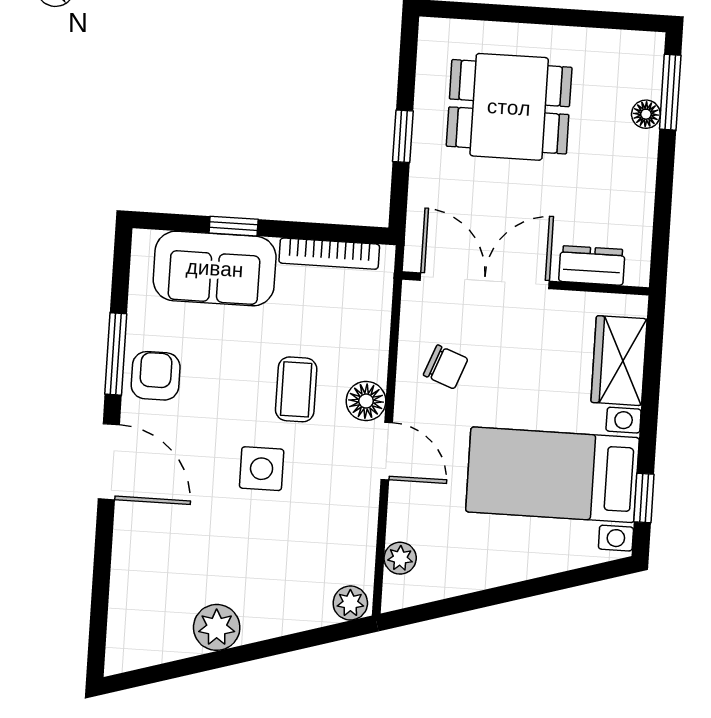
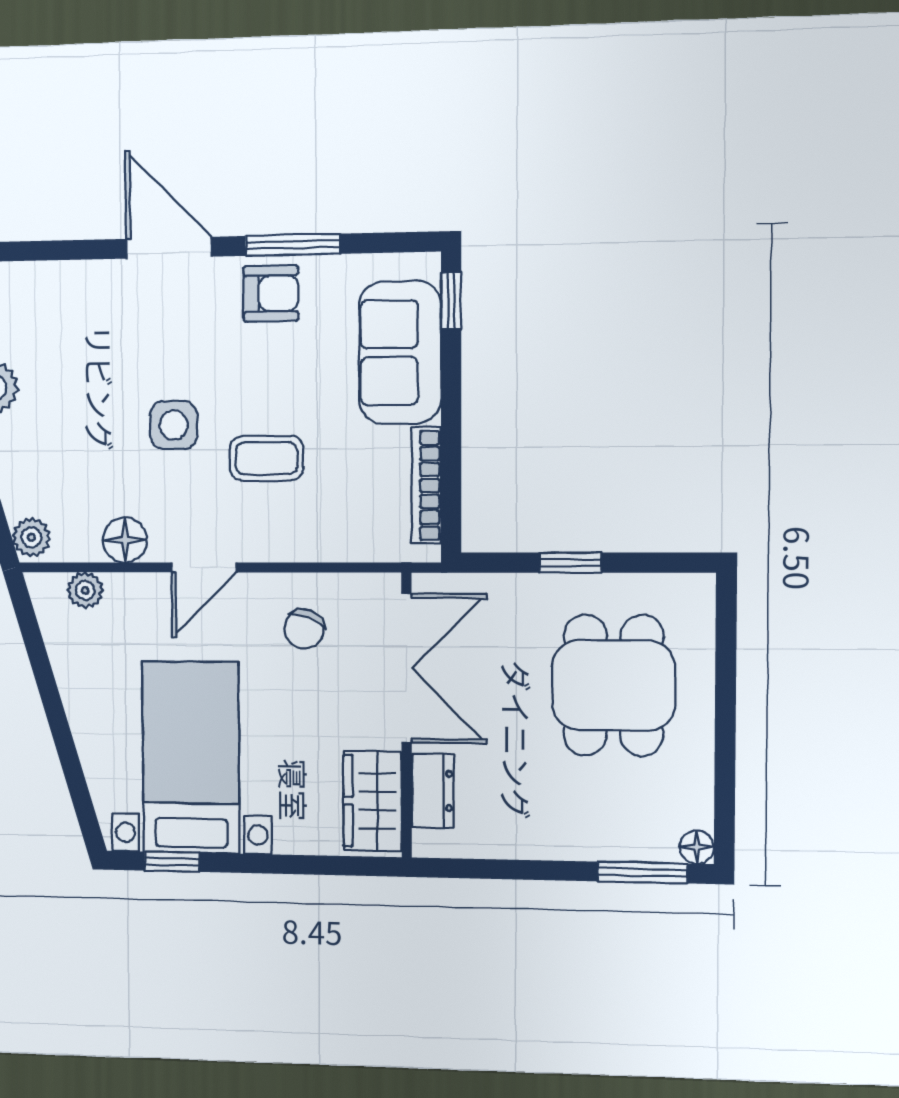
floor lamp: (646, 114) -> (697, 847), moved
window: (234, 226) -> (451, 301), moved
wardrobe: (619, 361) -> (373, 801), moved, turned -90
floor lamp: (366, 401) -> (125, 540), moved
door: (109, 462) -> (169, 248), swing flipped

